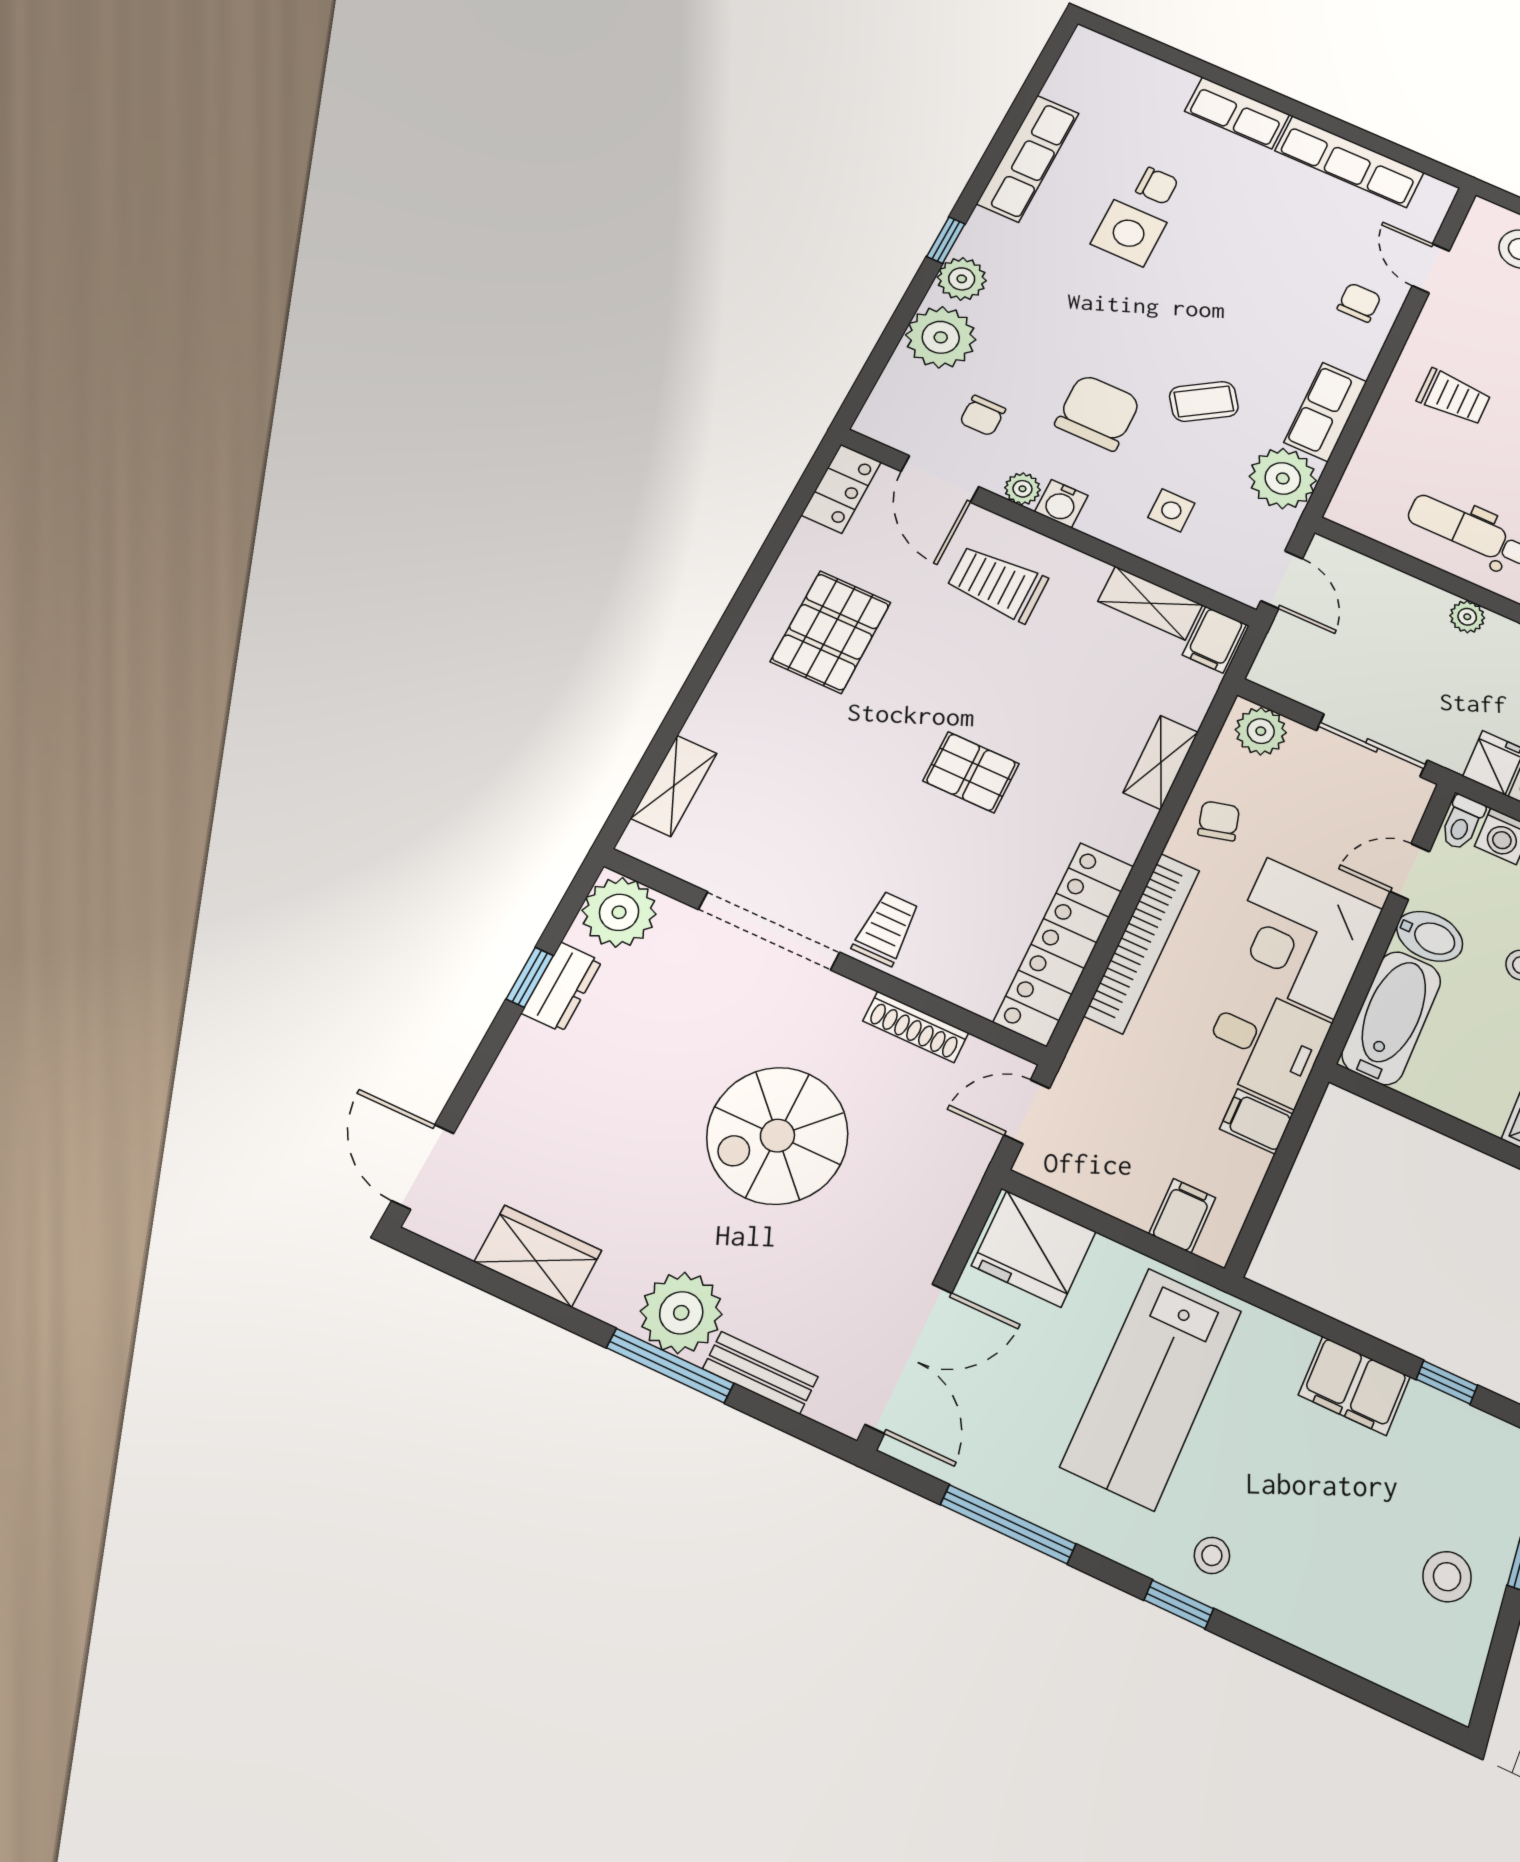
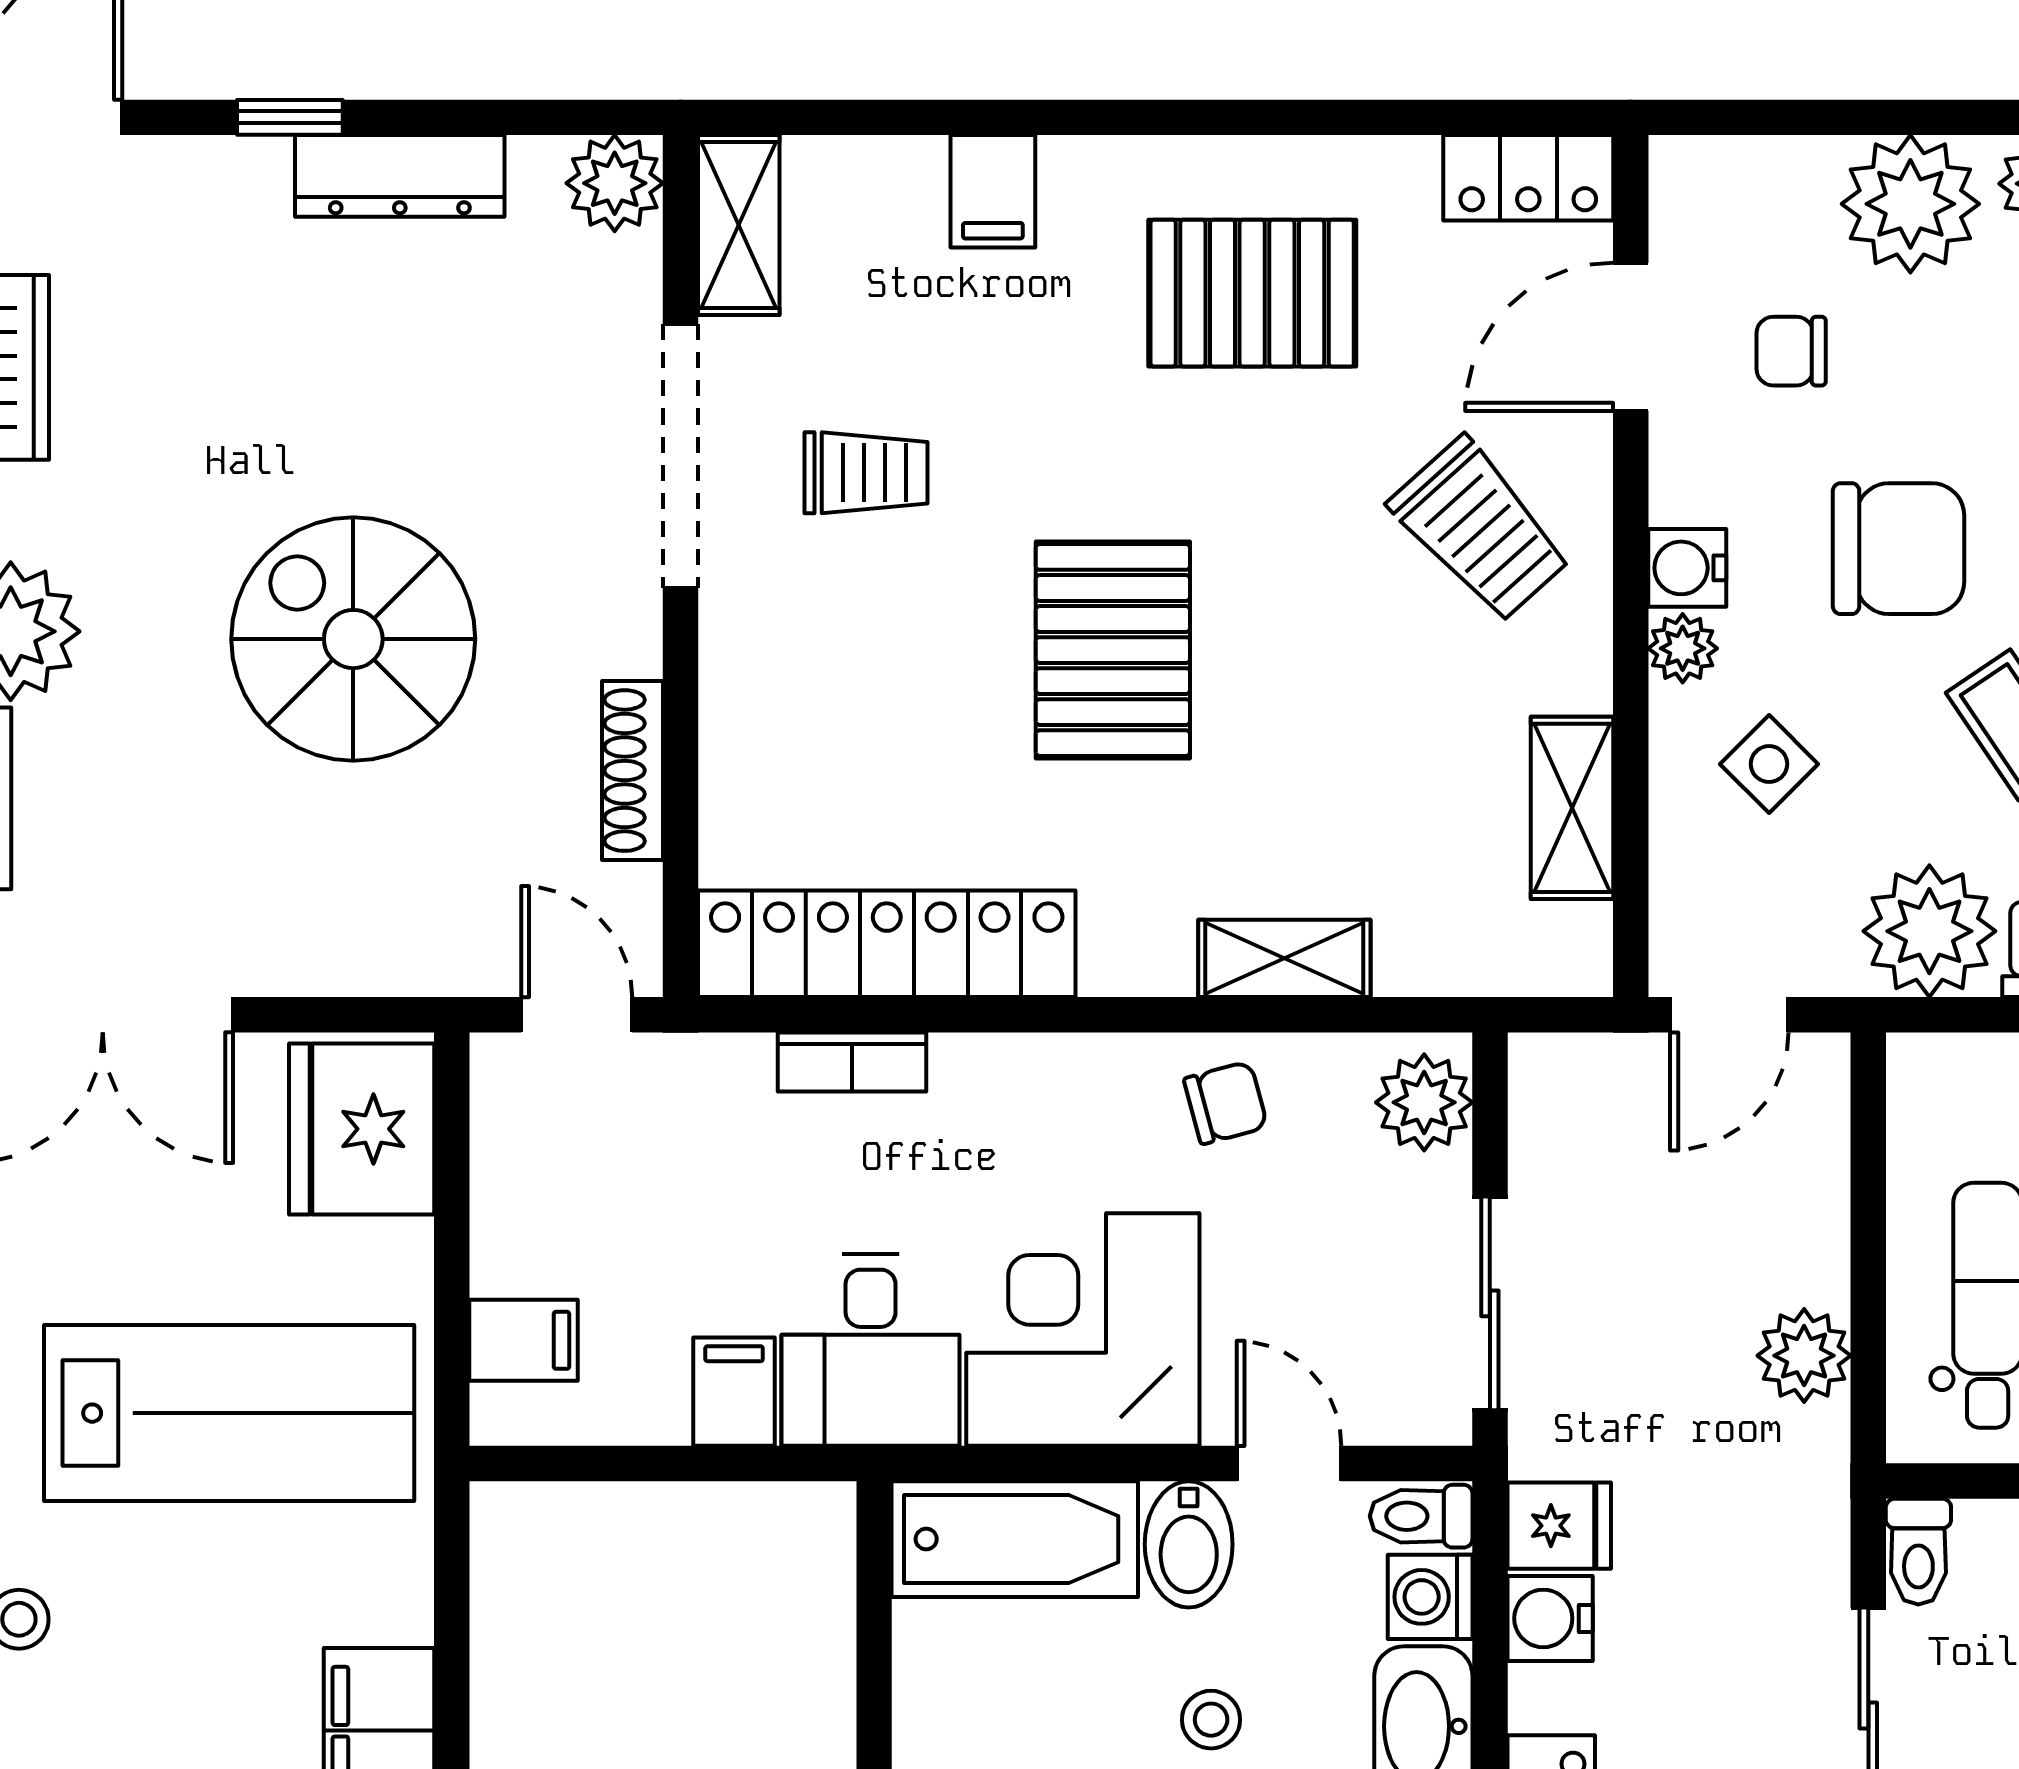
plant: (1022, 489) -> (1683, 648), moved
side table: (1171, 510) -> (1769, 764), turned 45
trolley: (997, 584) -> (1480, 530), turned 138
plant: (1467, 617) -> (1804, 1356), width x1.38, depth x1.38
filing cabinet: (1214, 640) -> (993, 191), moved, turned -90
pallet: (971, 772) -> (1113, 650), width x1.50, depth x1.42
shelving: (674, 786) -> (739, 225), moved, turned 90
plant: (619, 912) -> (615, 183), width x0.73, depth x0.73
trolley: (886, 928) -> (866, 473), moved
bookcase: (1142, 943) -> (852, 1062), width x0.43, depth x0.76
window: (530, 977) -> (290, 117), moved
dresser: (562, 987) -> (400, 176), width x1.44
lab bench: (1151, 1388) -> (229, 1413), turned 180

